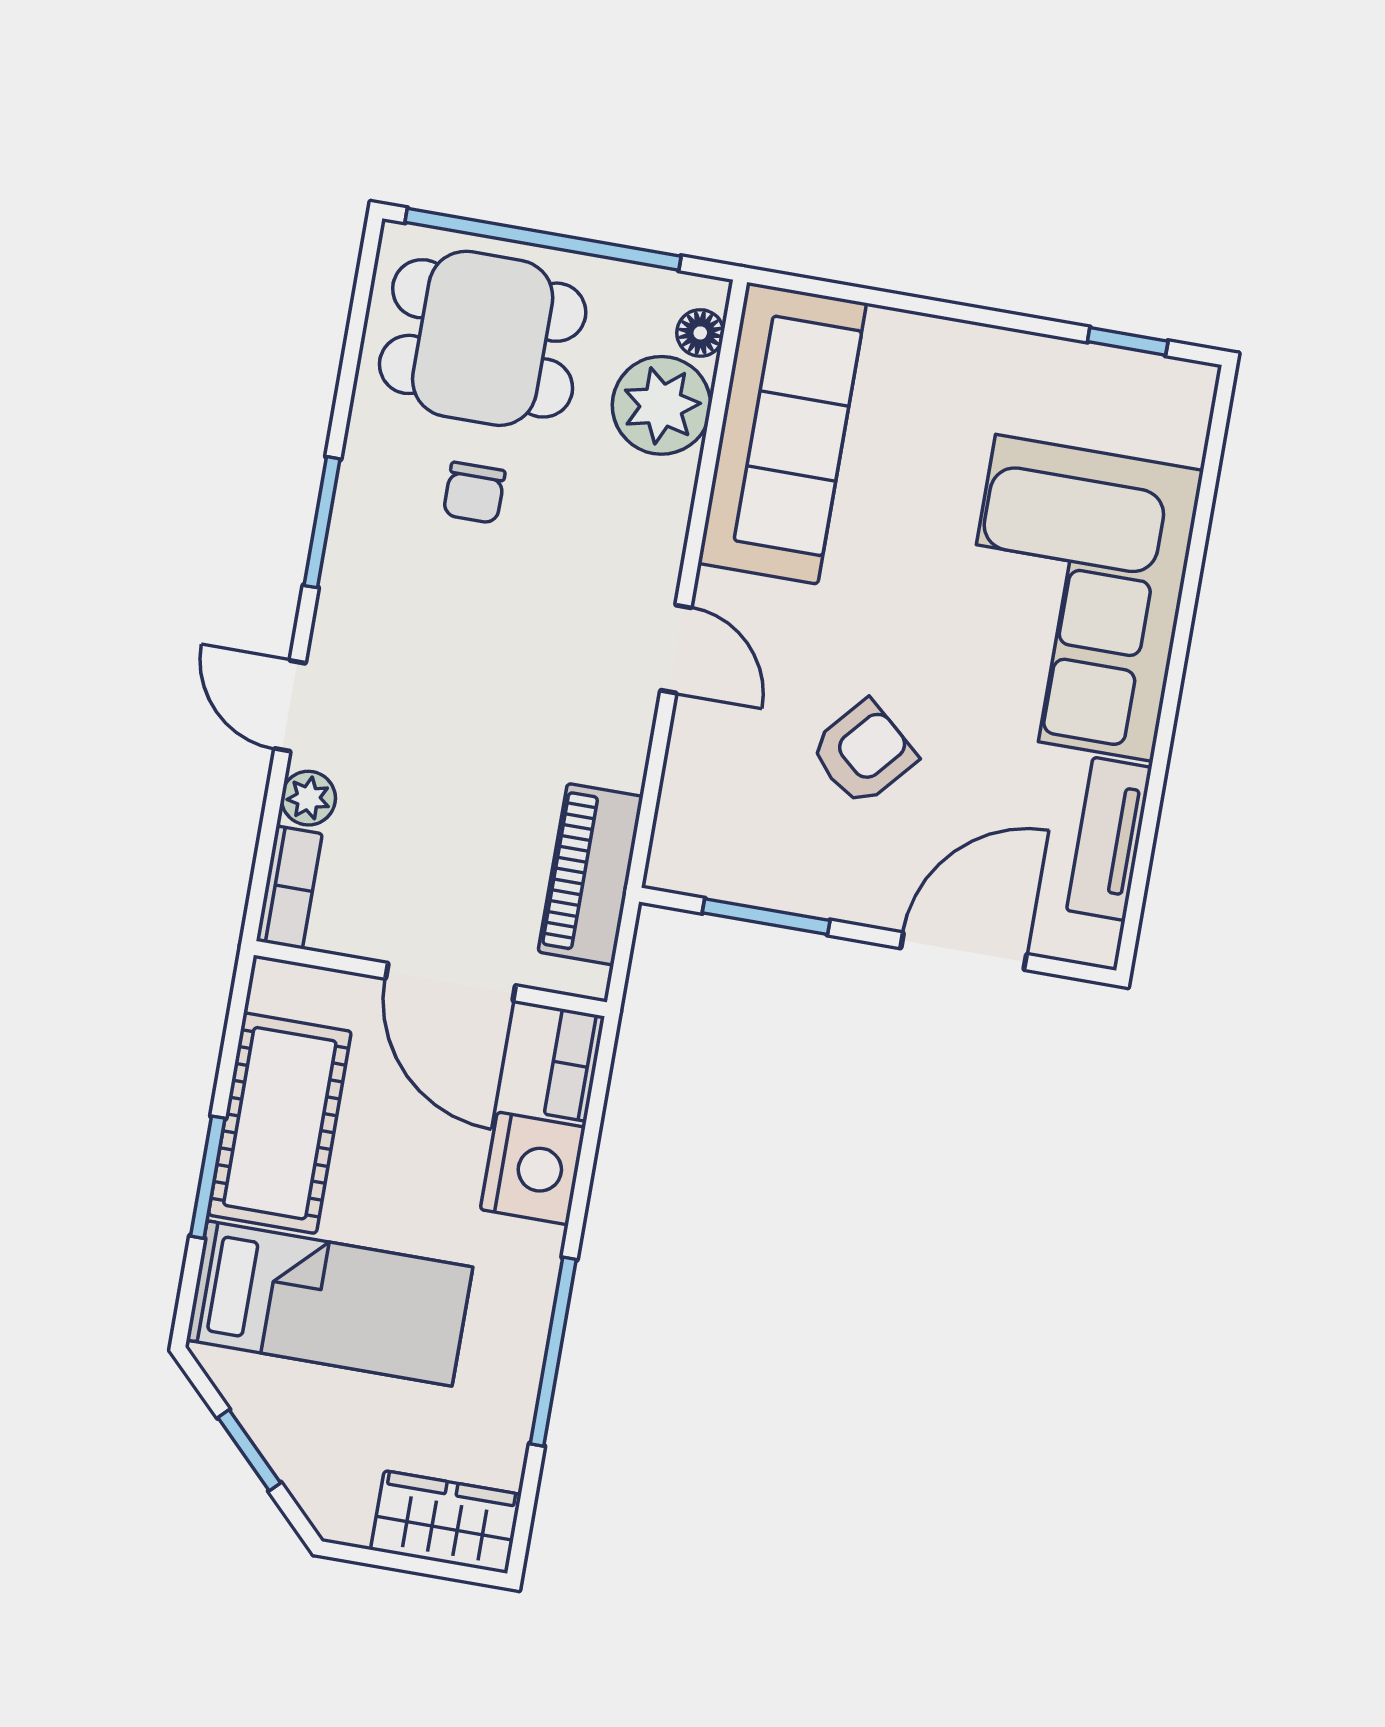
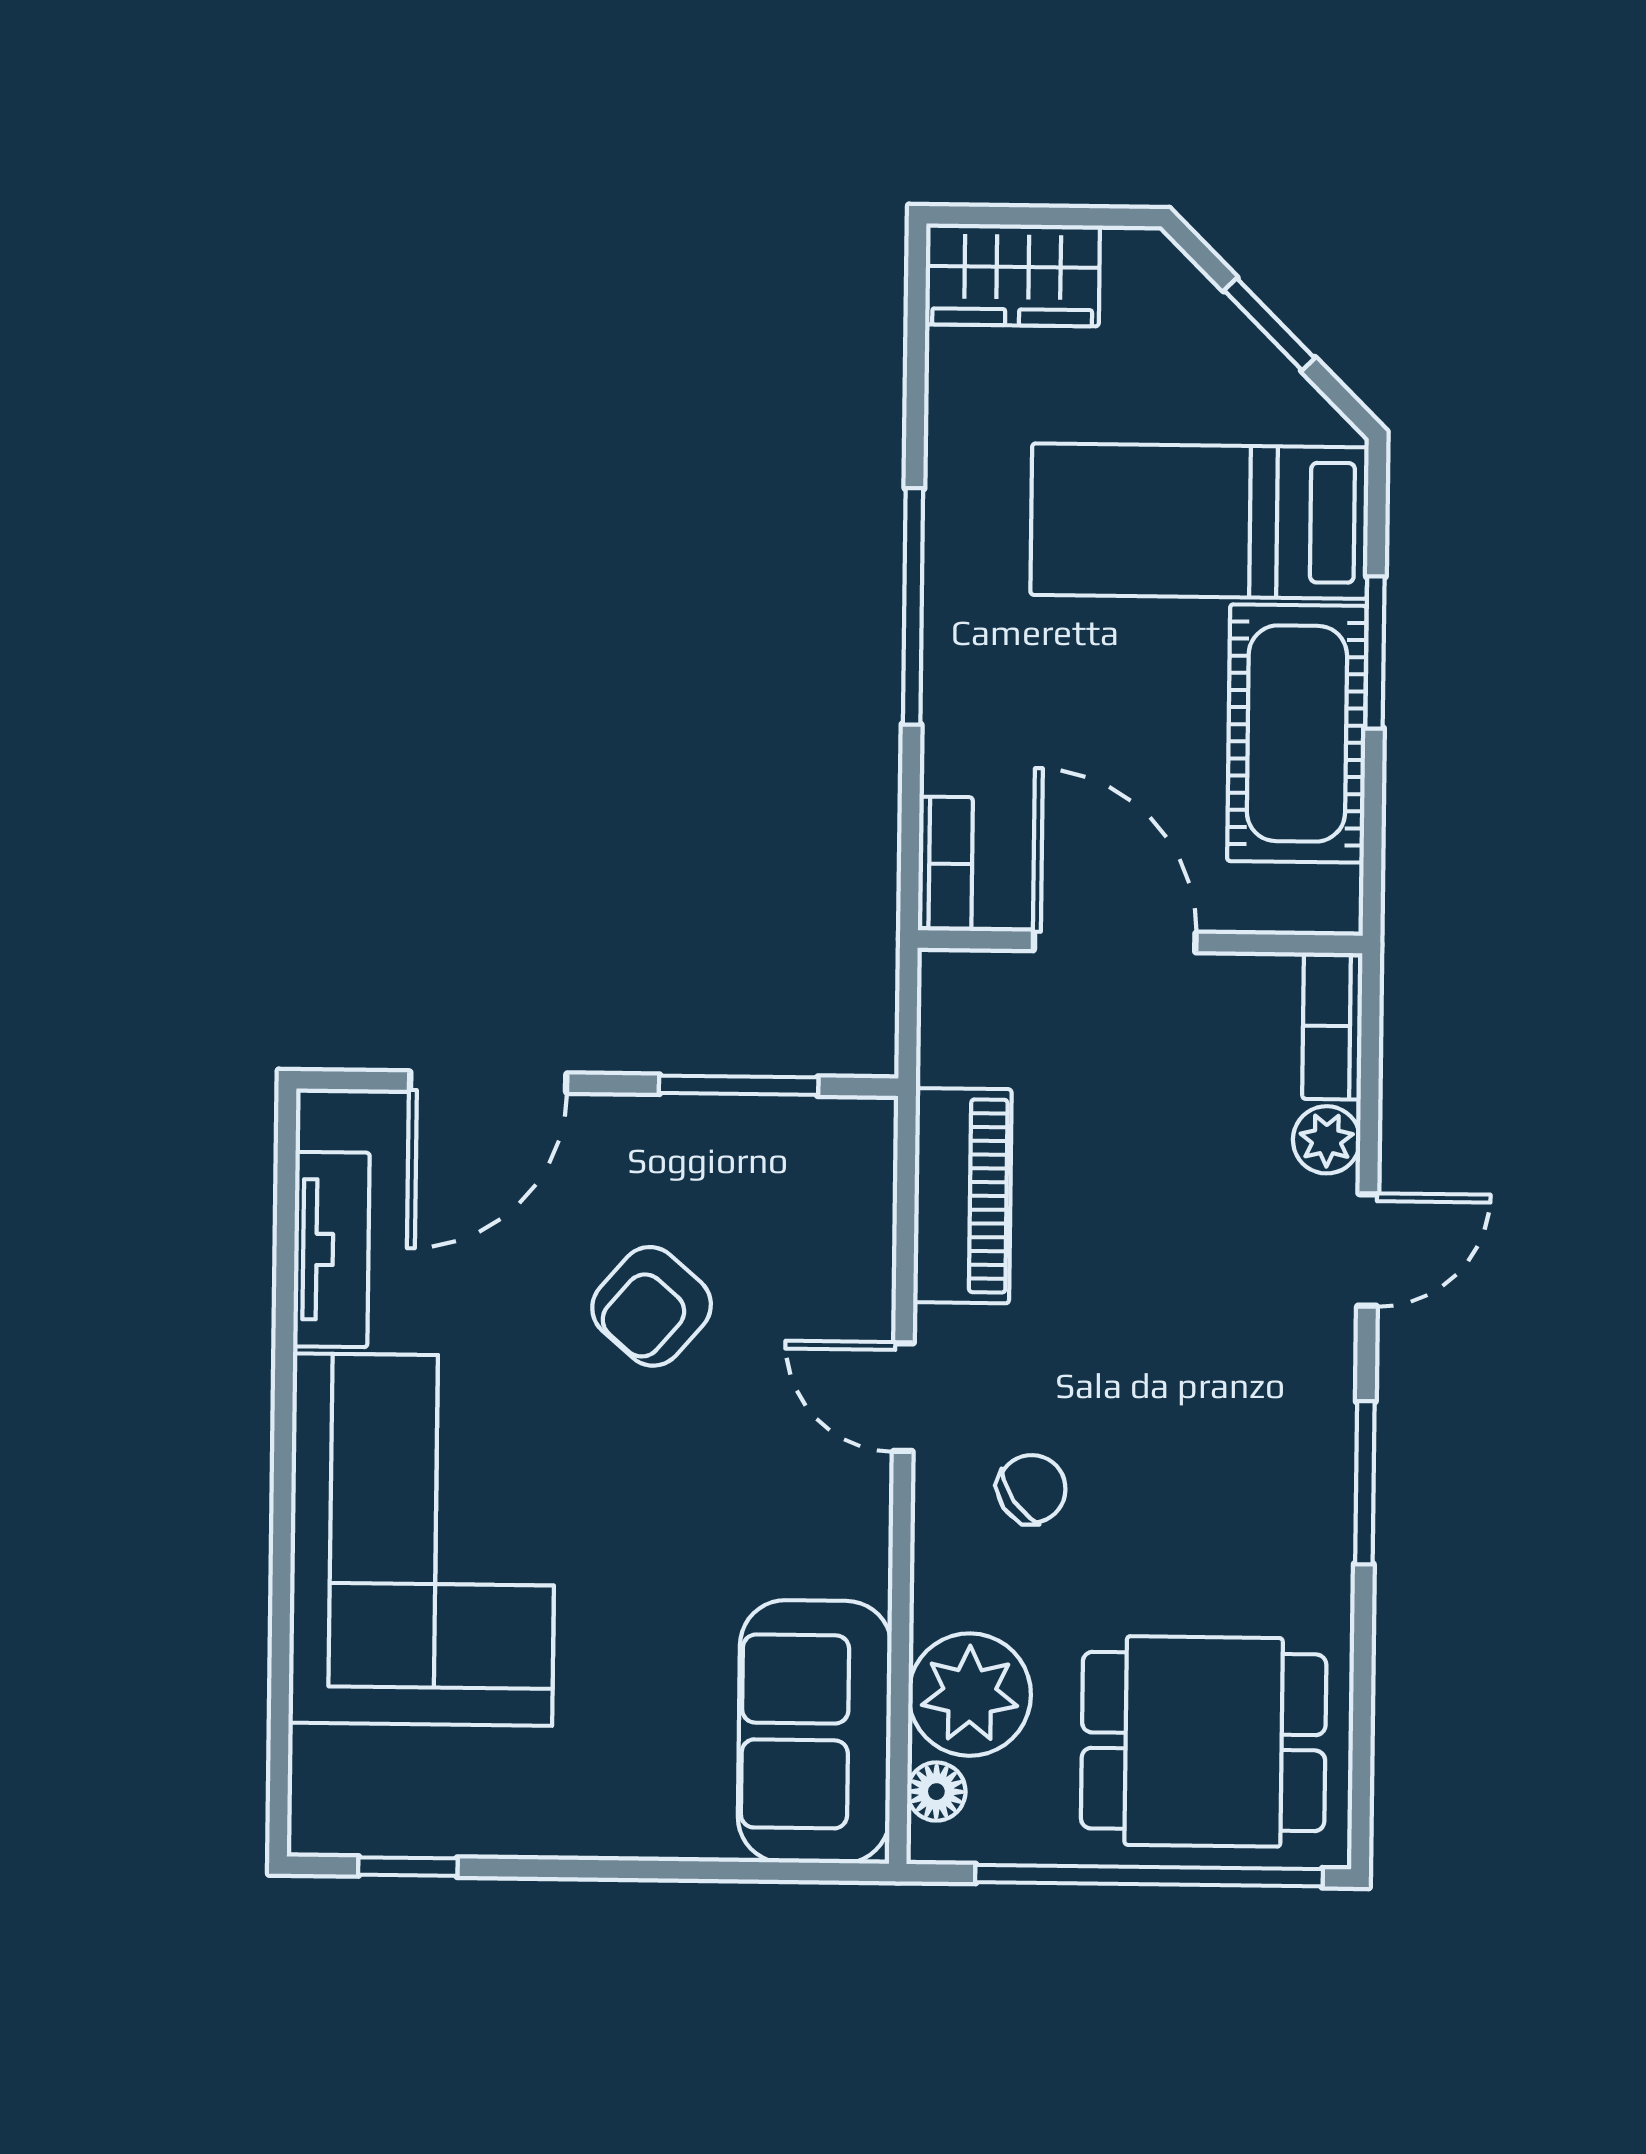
sofa: (782, 433) -> (815, 1732), width x0.73
chair: (474, 493) -> (1032, 1489), moved, turned 55
door: (290, 706) -> (1368, 1250), hinge flipped
piano: (591, 874) -> (962, 1196), moved
nightstand: (533, 1168) -> (976, 728), removed
window: (553, 1352) -> (913, 606), moved

